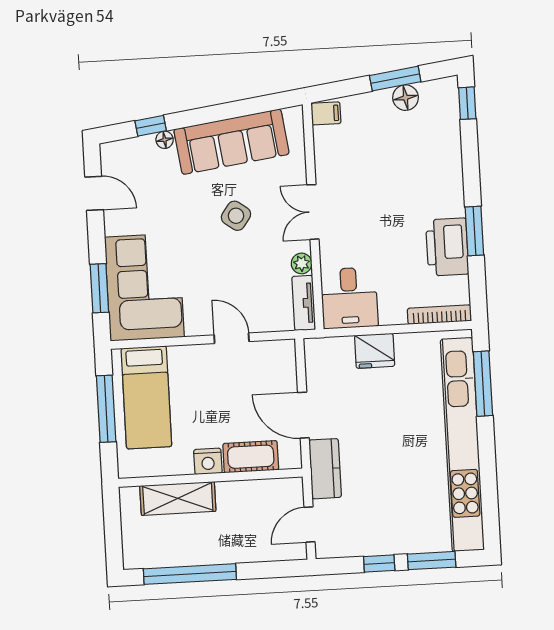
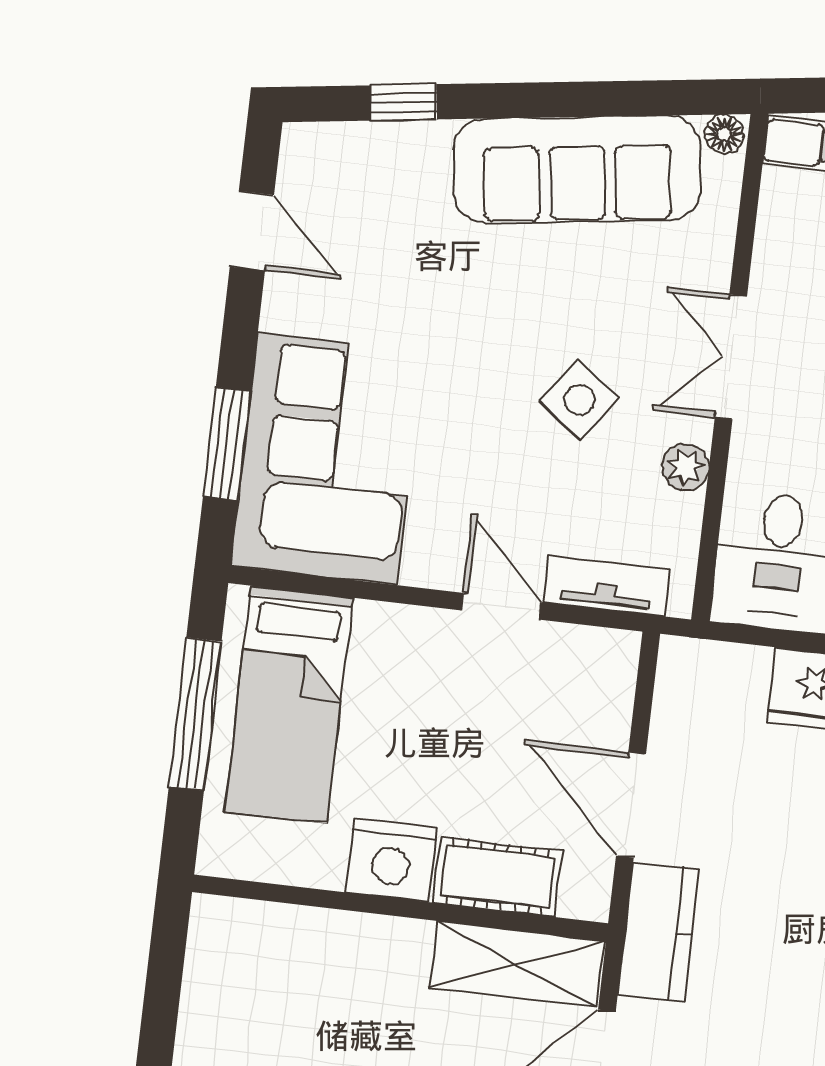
floor lamp: (165, 140) -> (724, 134), moved
side table: (236, 216) -> (580, 400), moved
tv unit: (304, 303) -> (607, 586), moved, turned 90
nightstand: (208, 461) -> (391, 860), width x1.36, depth x1.33
shelving: (178, 498) -> (517, 964), moved

